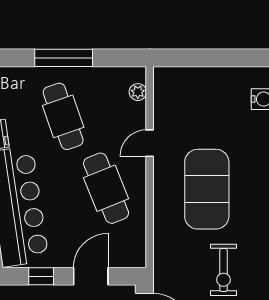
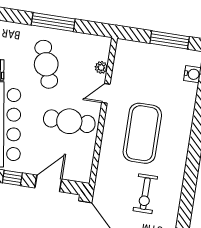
window: (224, 58) -> (170, 40), added
plant: (138, 92) -> (101, 67), moved
cafe table: (106, 188) -> (69, 121), turned -68

